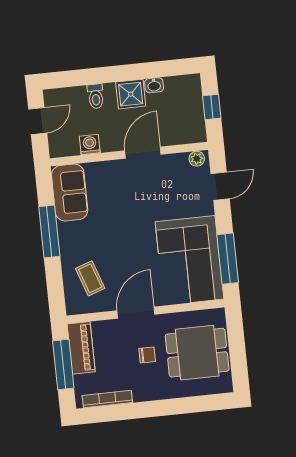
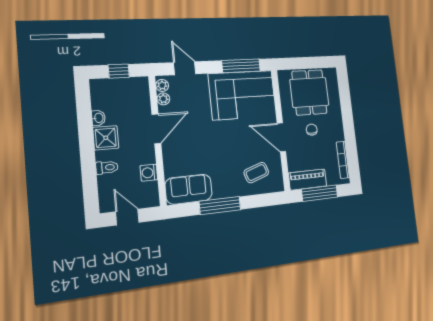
door: (143, 153) -> (156, 129), swing flipped
plant: (180, 160) -> (163, 99), added

